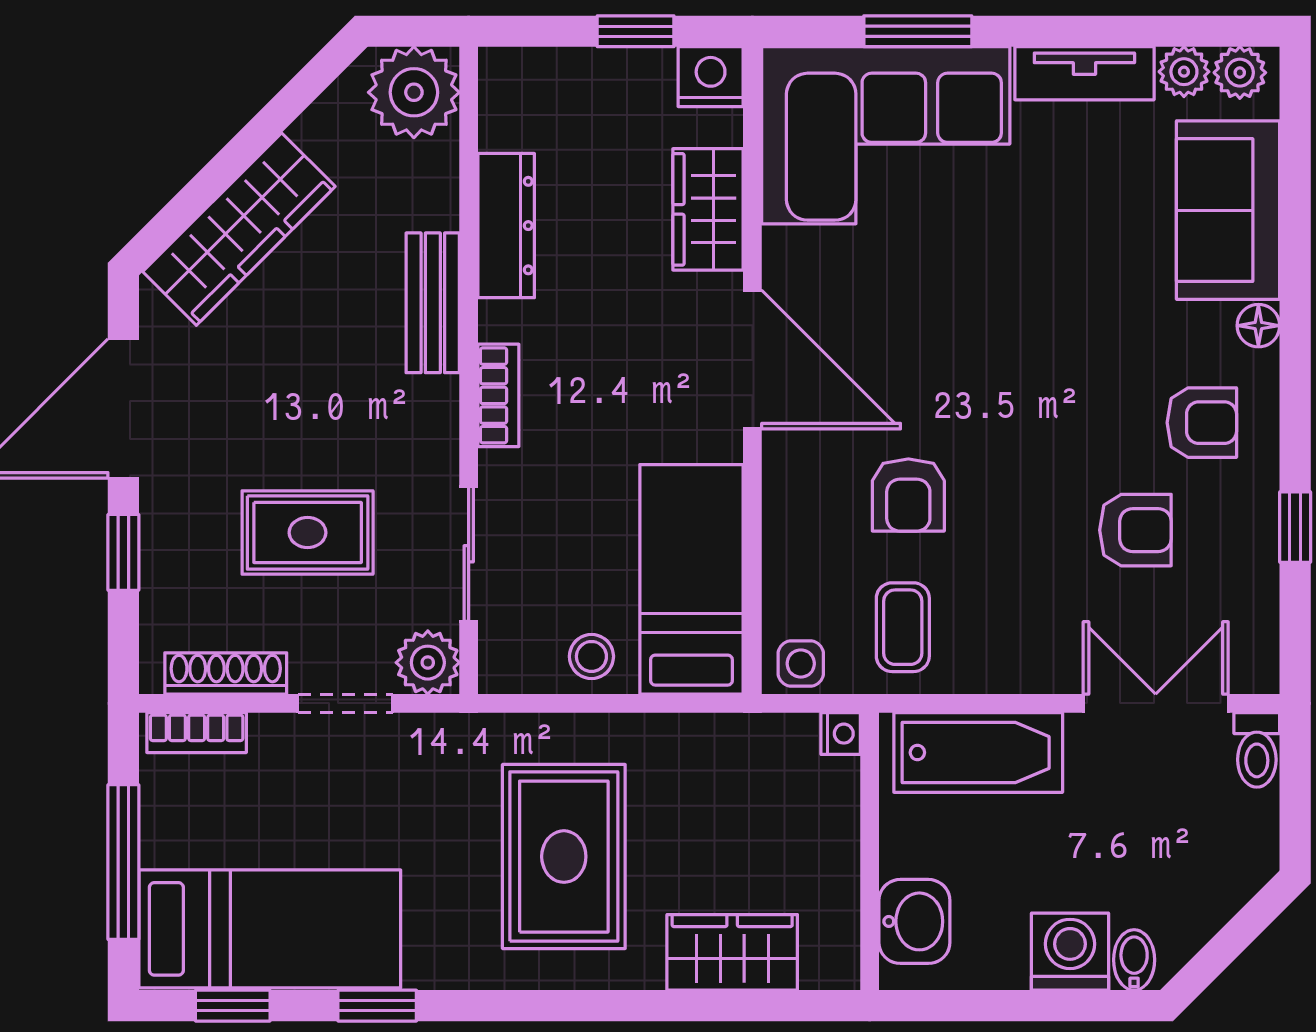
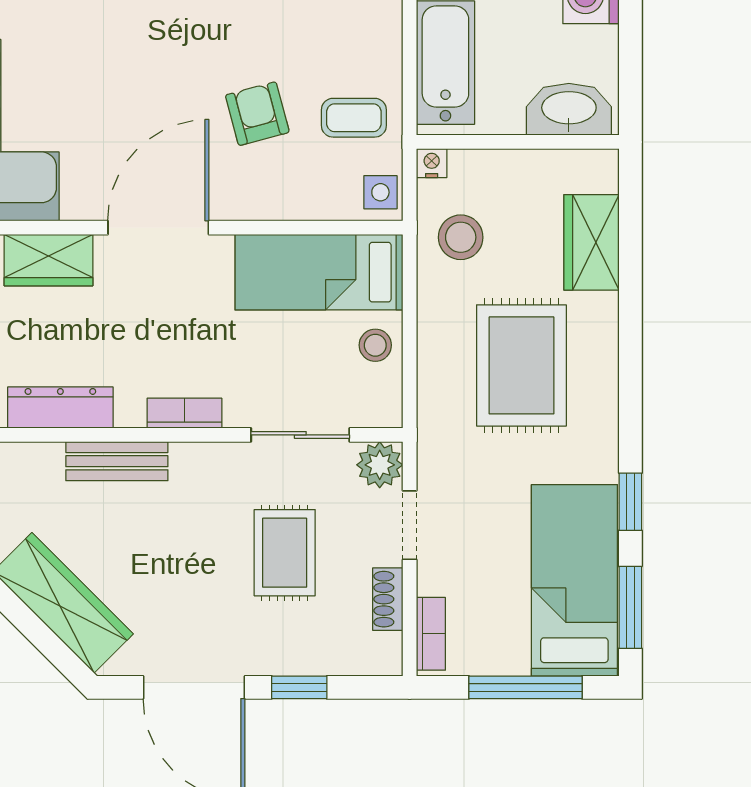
armchair: (908, 495) -> (257, 114), turned -105
shoe rack: (226, 674) -> (388, 599), width x0.70
stool: (739, 773) -> (461, 237), added
rug: (564, 857) -> (521, 365), turned 90
washbasin: (914, 921) -> (569, 109), width x1.38
window: (233, 1006) -> (630, 607), width x1.50

